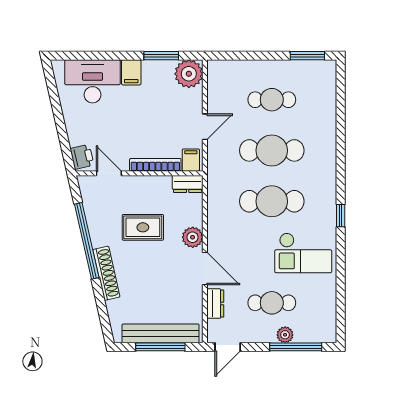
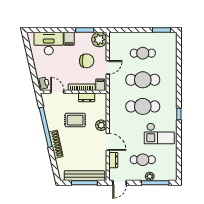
chair: (165, 114) -> (87, 61), added
dresser: (188, 184) -> (87, 97), moved

